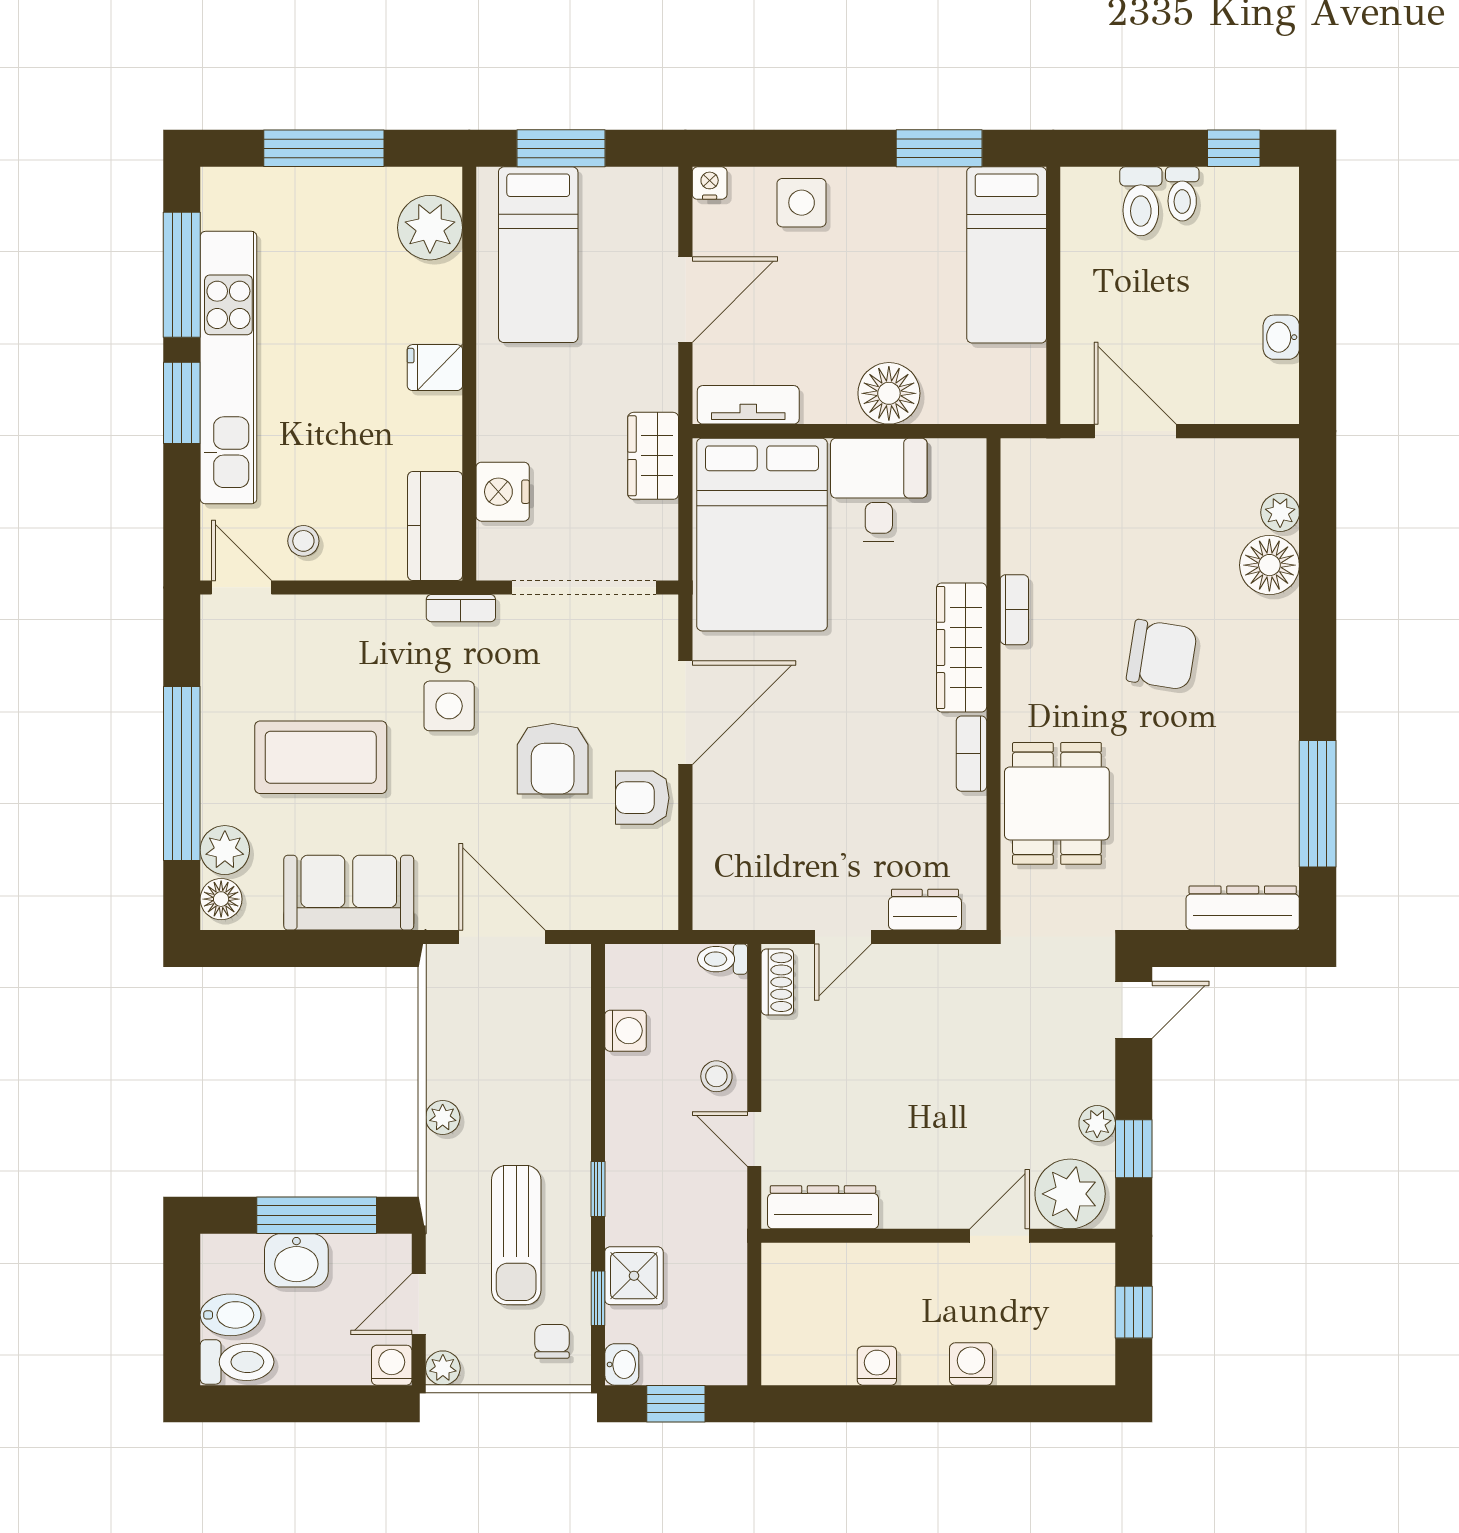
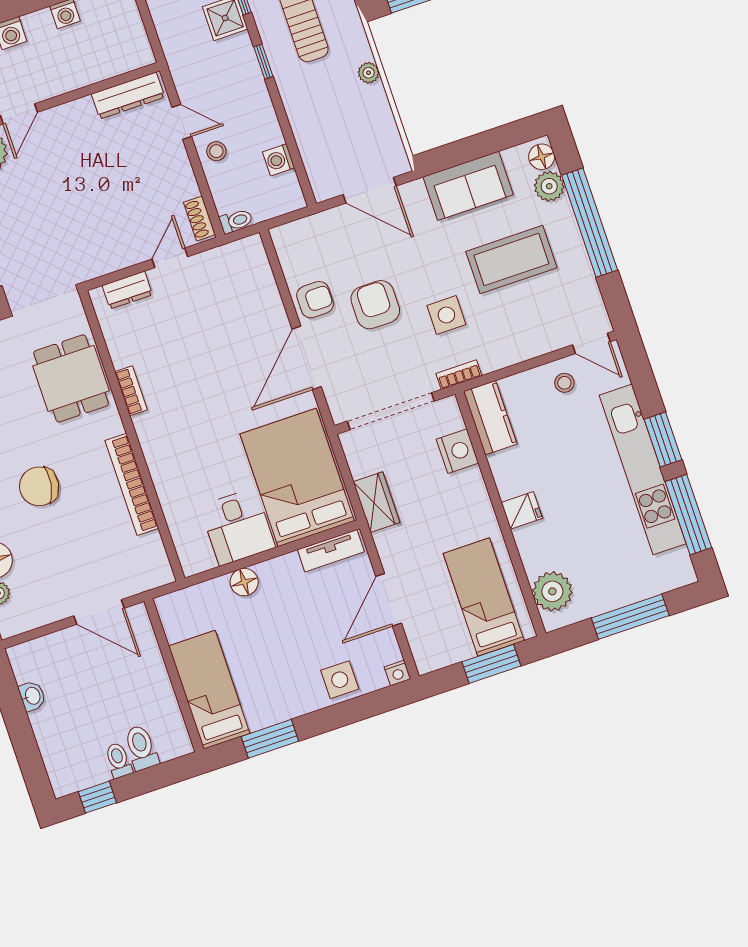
floor lamp: (889, 393) -> (244, 582), width x0.73, depth x0.73
bookcase: (1014, 610) -> (132, 484), width x2.31, depth x1.31
wardrobe: (962, 647) -> (158, 451), removed

